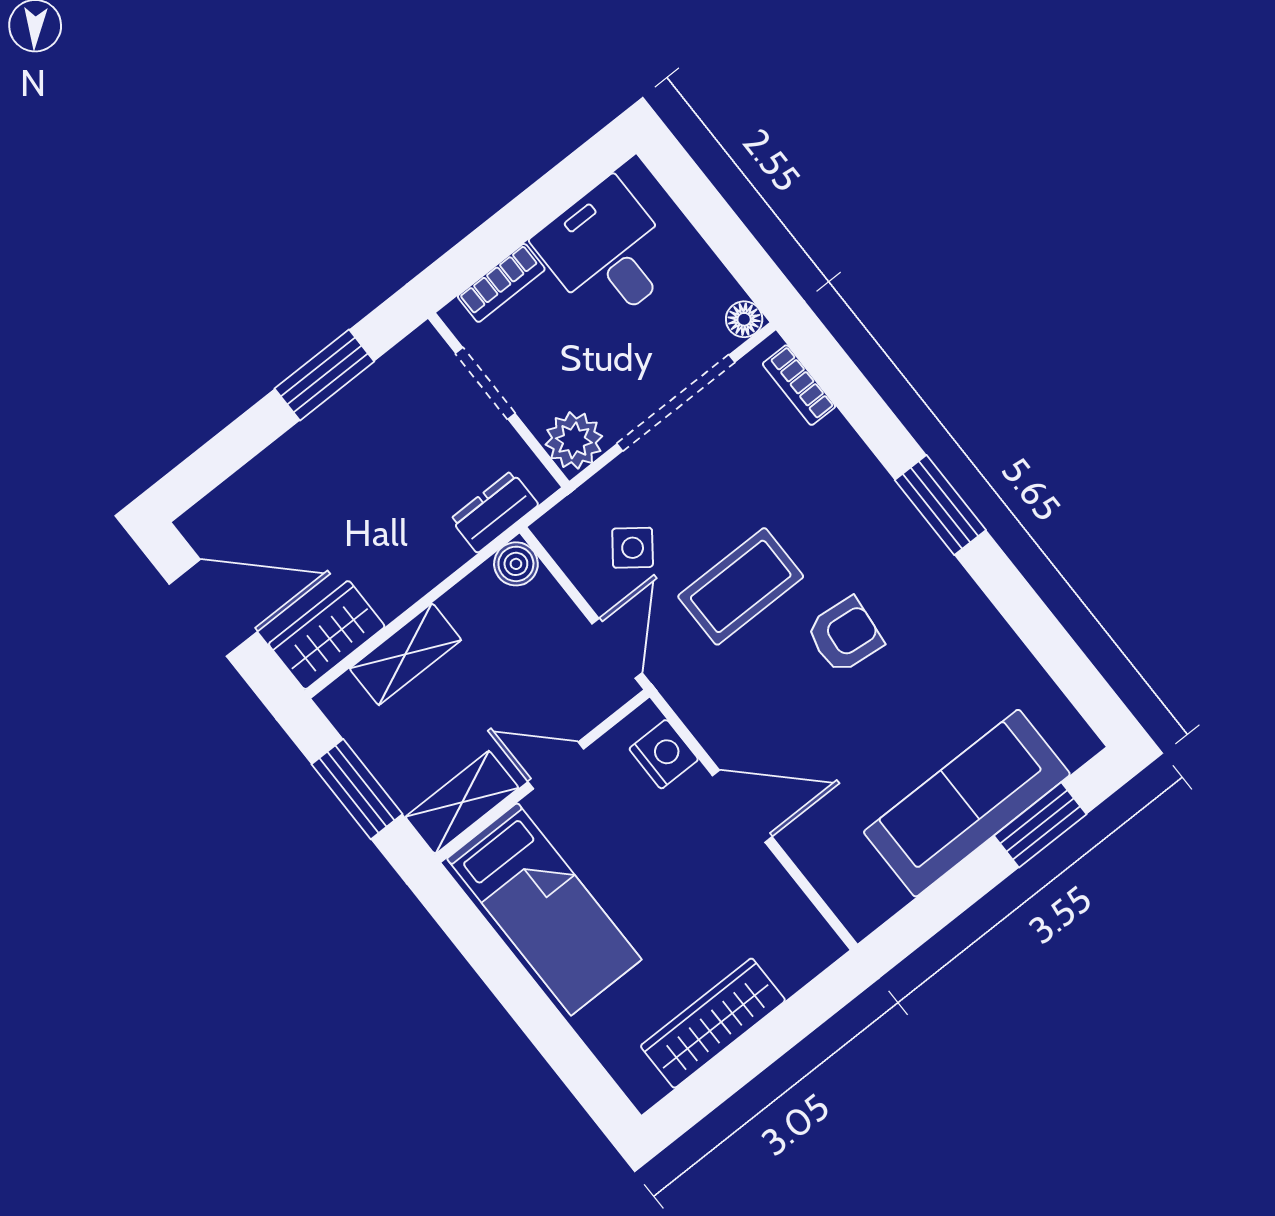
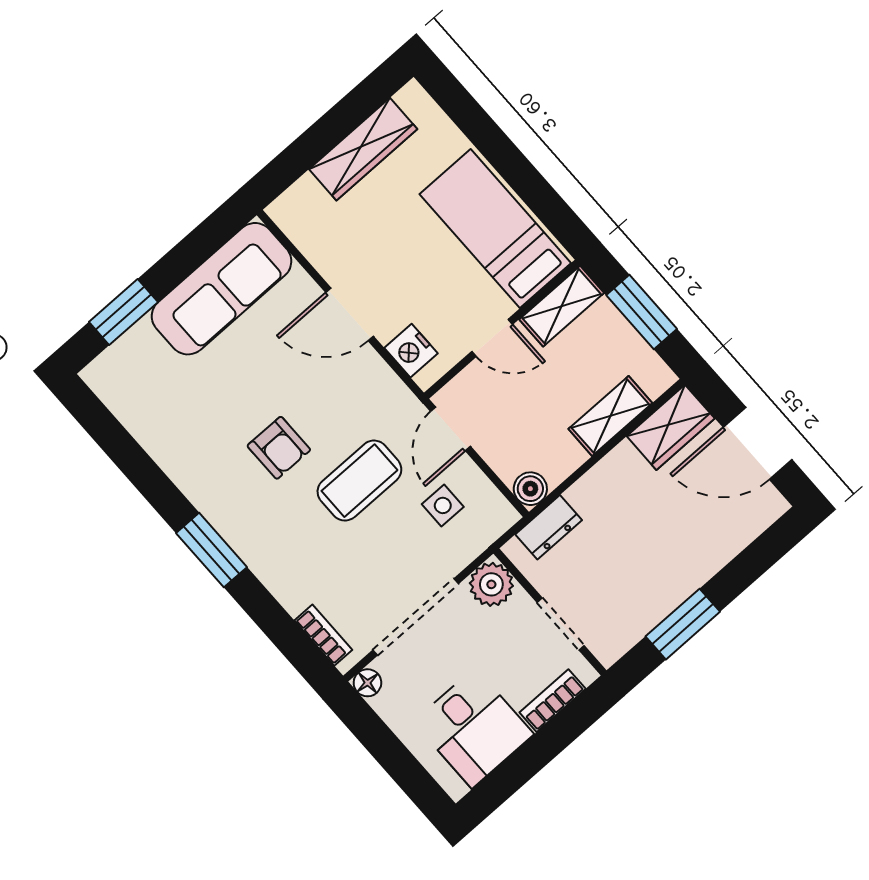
side table: (633, 548) -> (443, 505), turned -37
armchair: (845, 635) -> (279, 448), turned -96
sofa: (967, 803) -> (222, 289), moved

